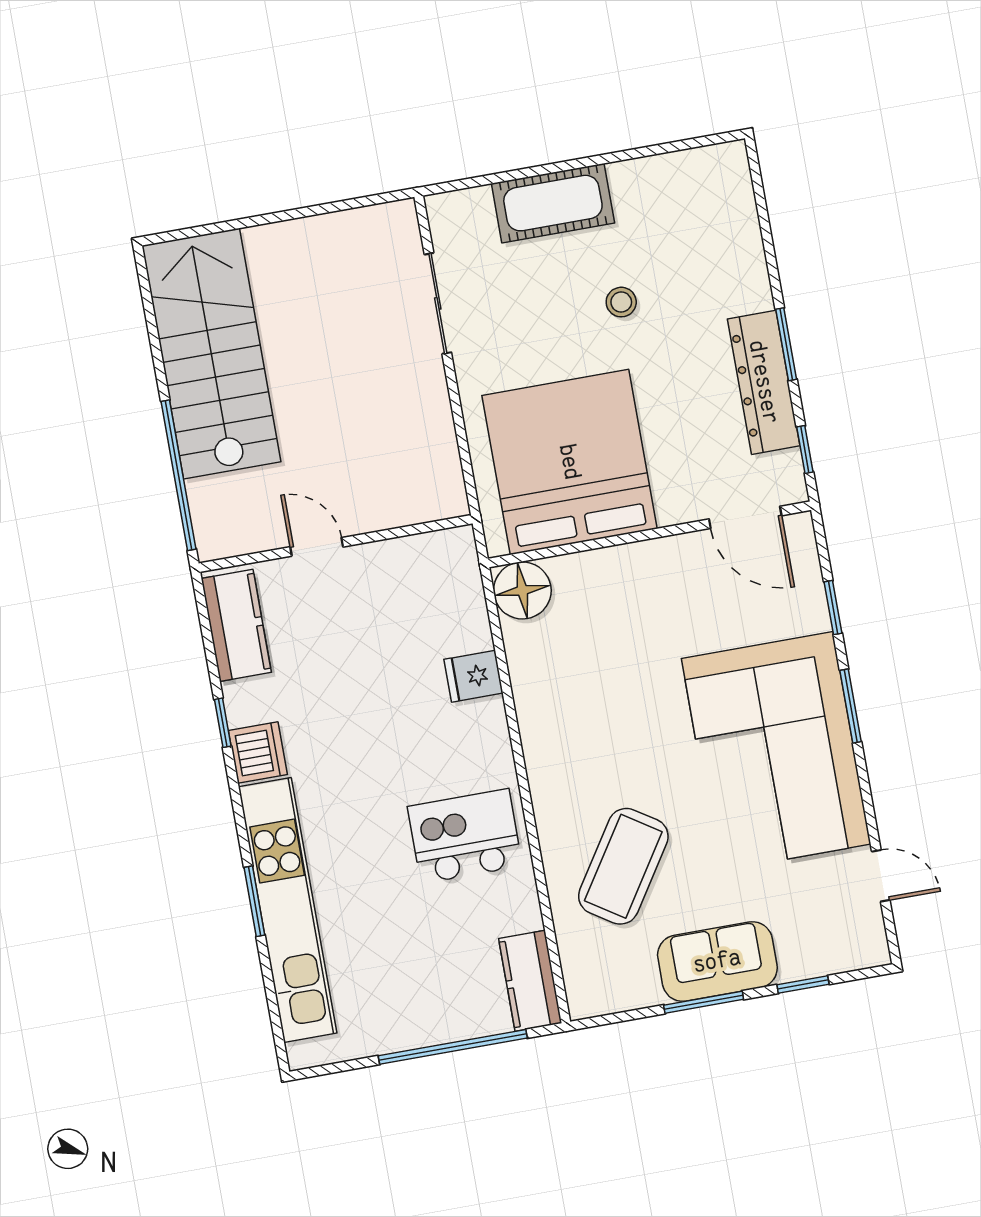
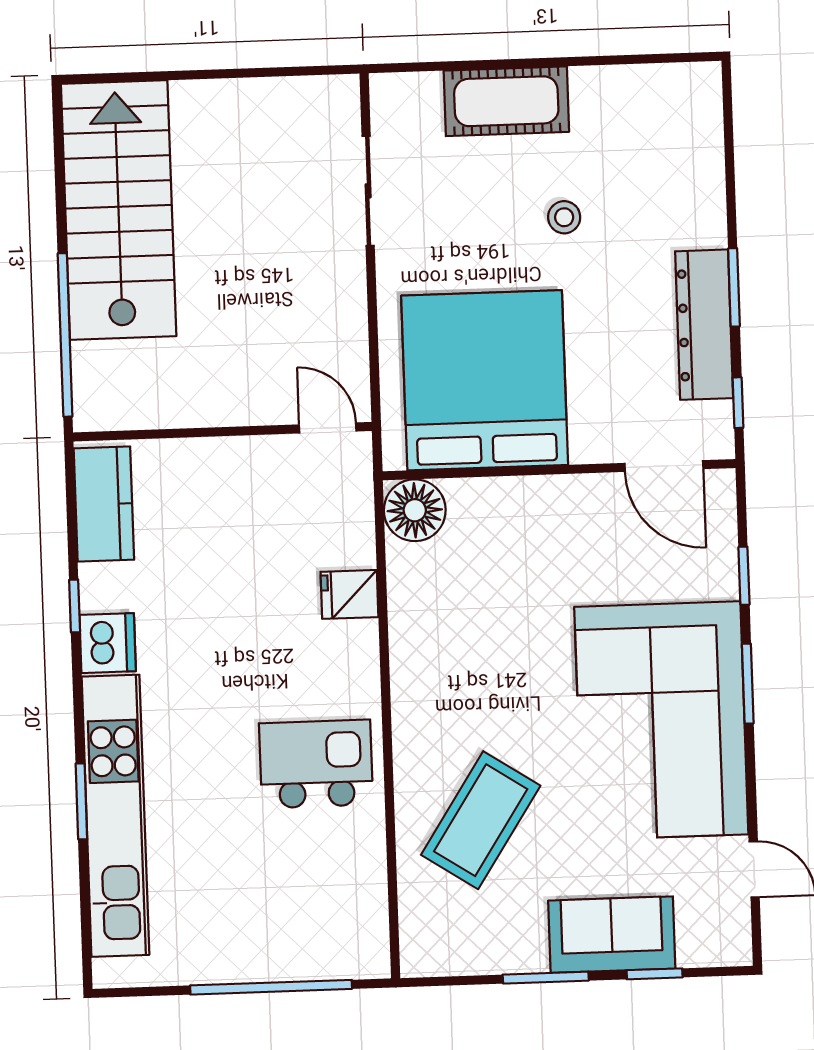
door: (317, 547) -> (328, 428), moved
sofa: (717, 961) -> (612, 935), moved
kitchen counter: (530, 981) -> (364, 928), removed

